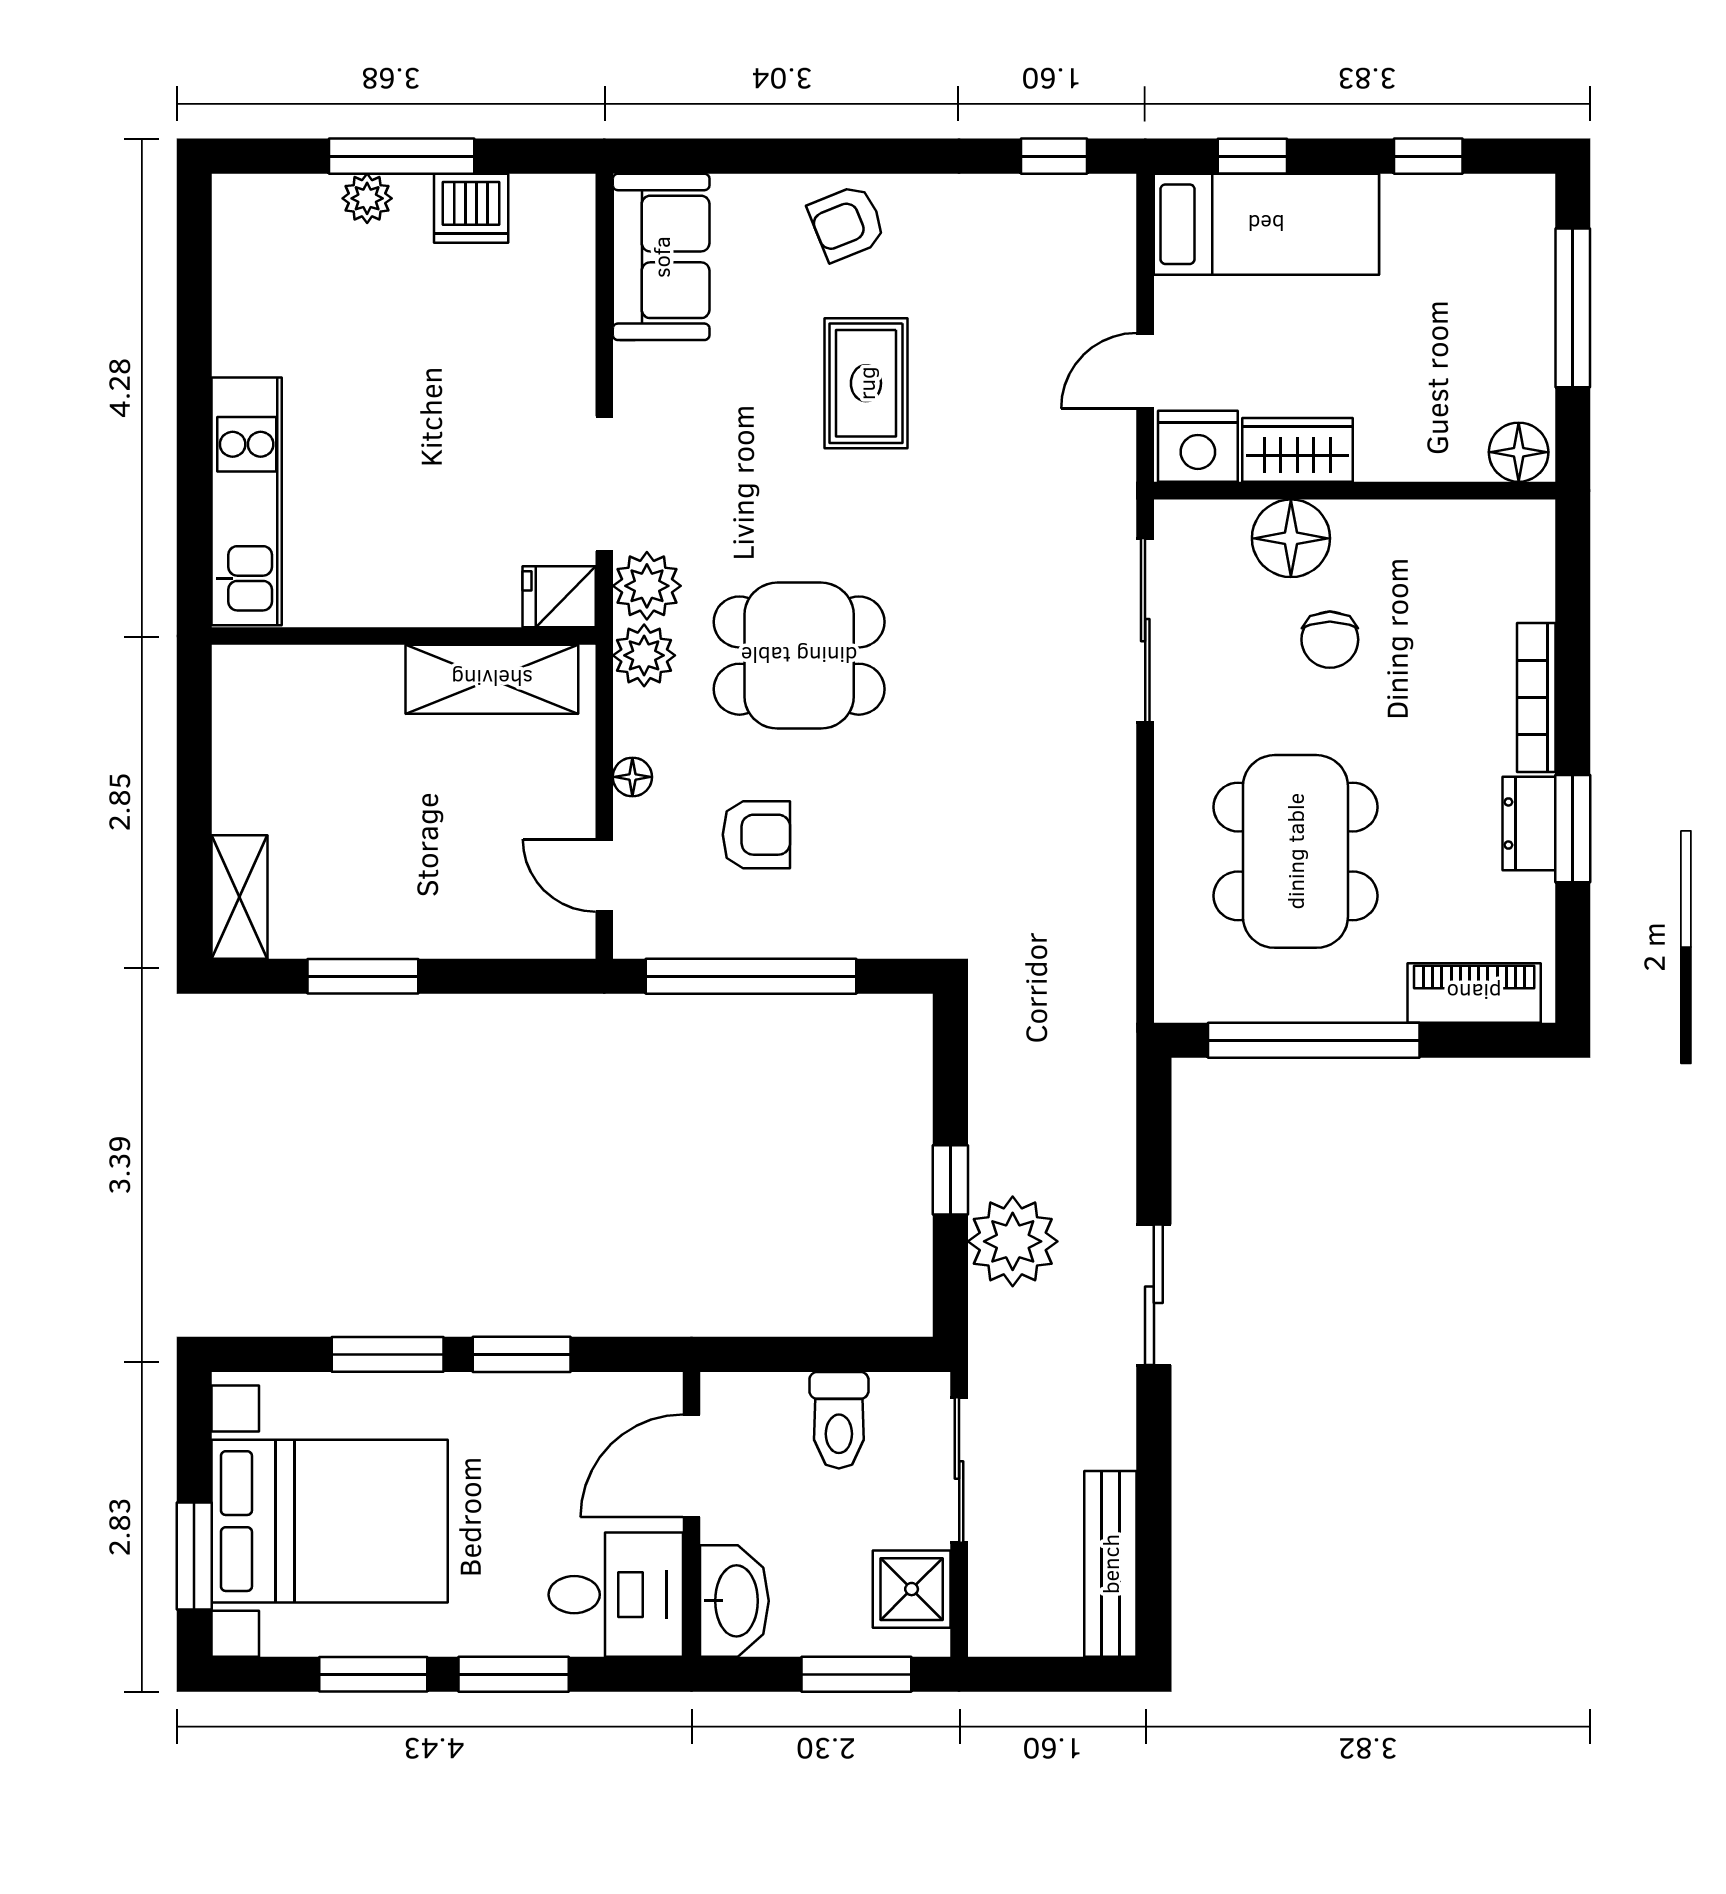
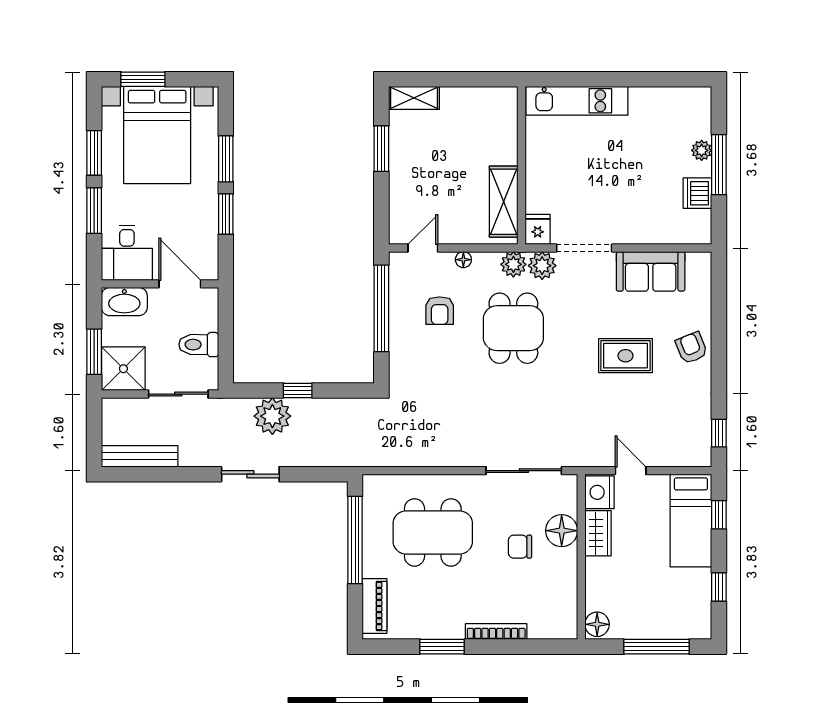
sofa: (661, 257) -> (651, 271), moved
dresser: (1529, 823) -> (444, 629), removed
shower: (912, 1589) -> (123, 369), width x1.36, depth x1.36

